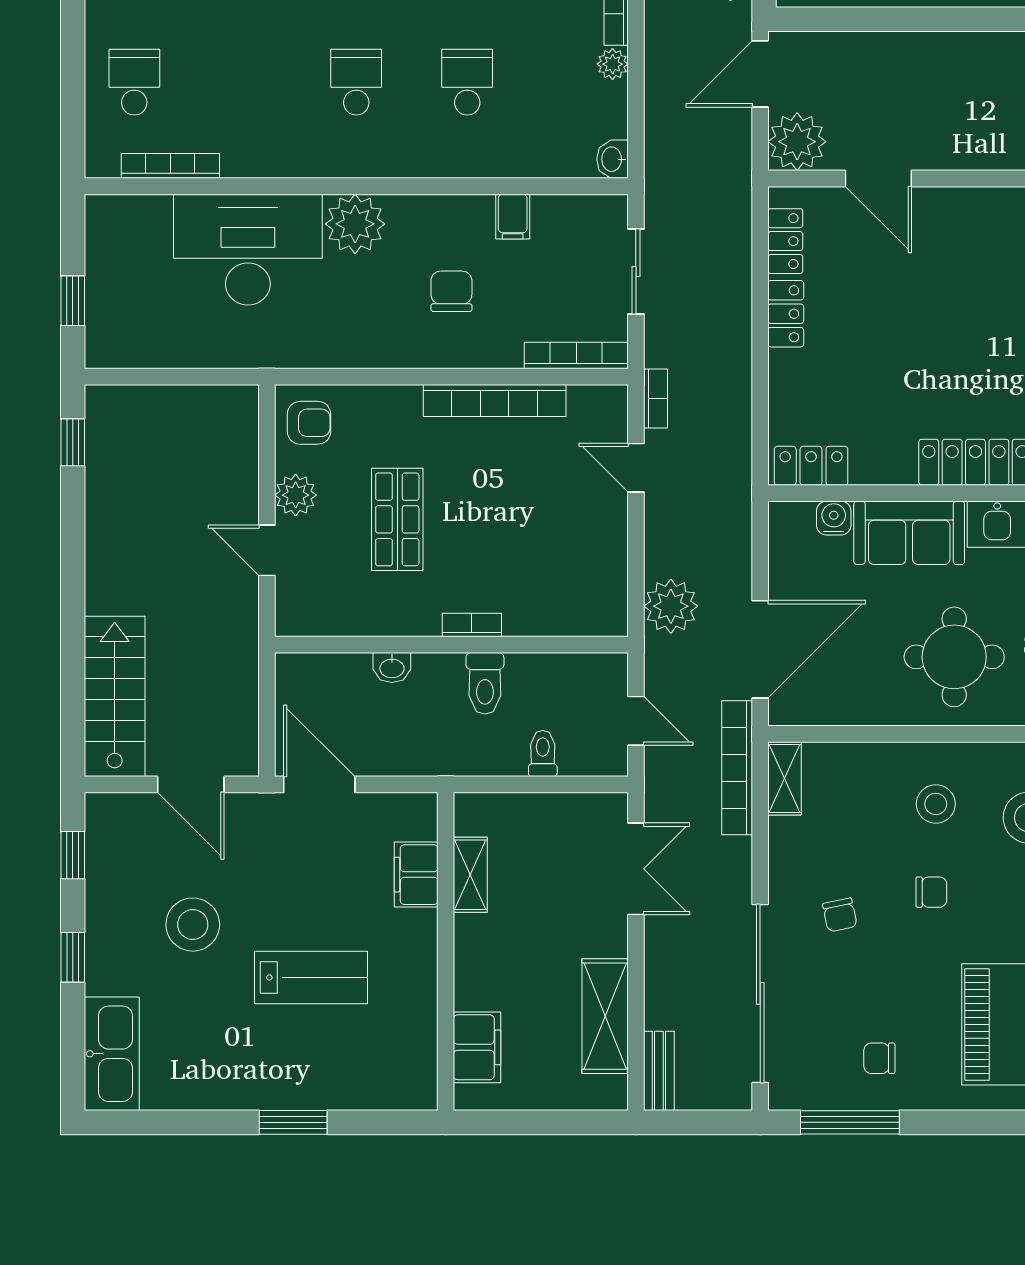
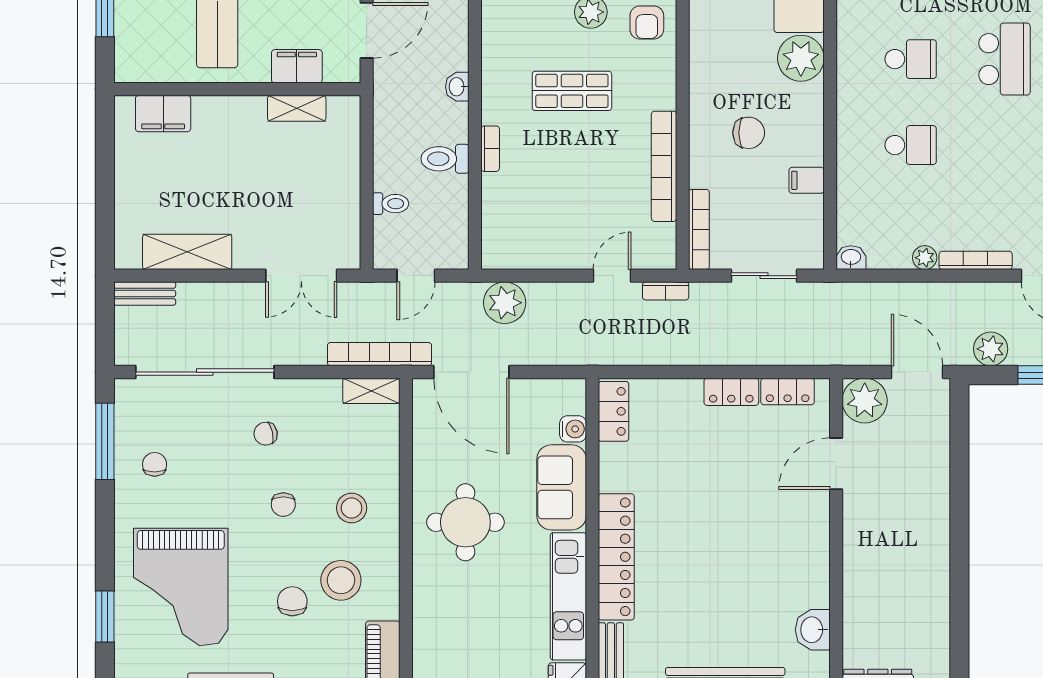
filing cabinet: (416, 875) -> (297, 66), moved
shelving: (470, 875) -> (297, 108), moved
wall: (446, 951) -> (237, 89), moved
filing cabinet: (477, 1047) -> (163, 114), moved

